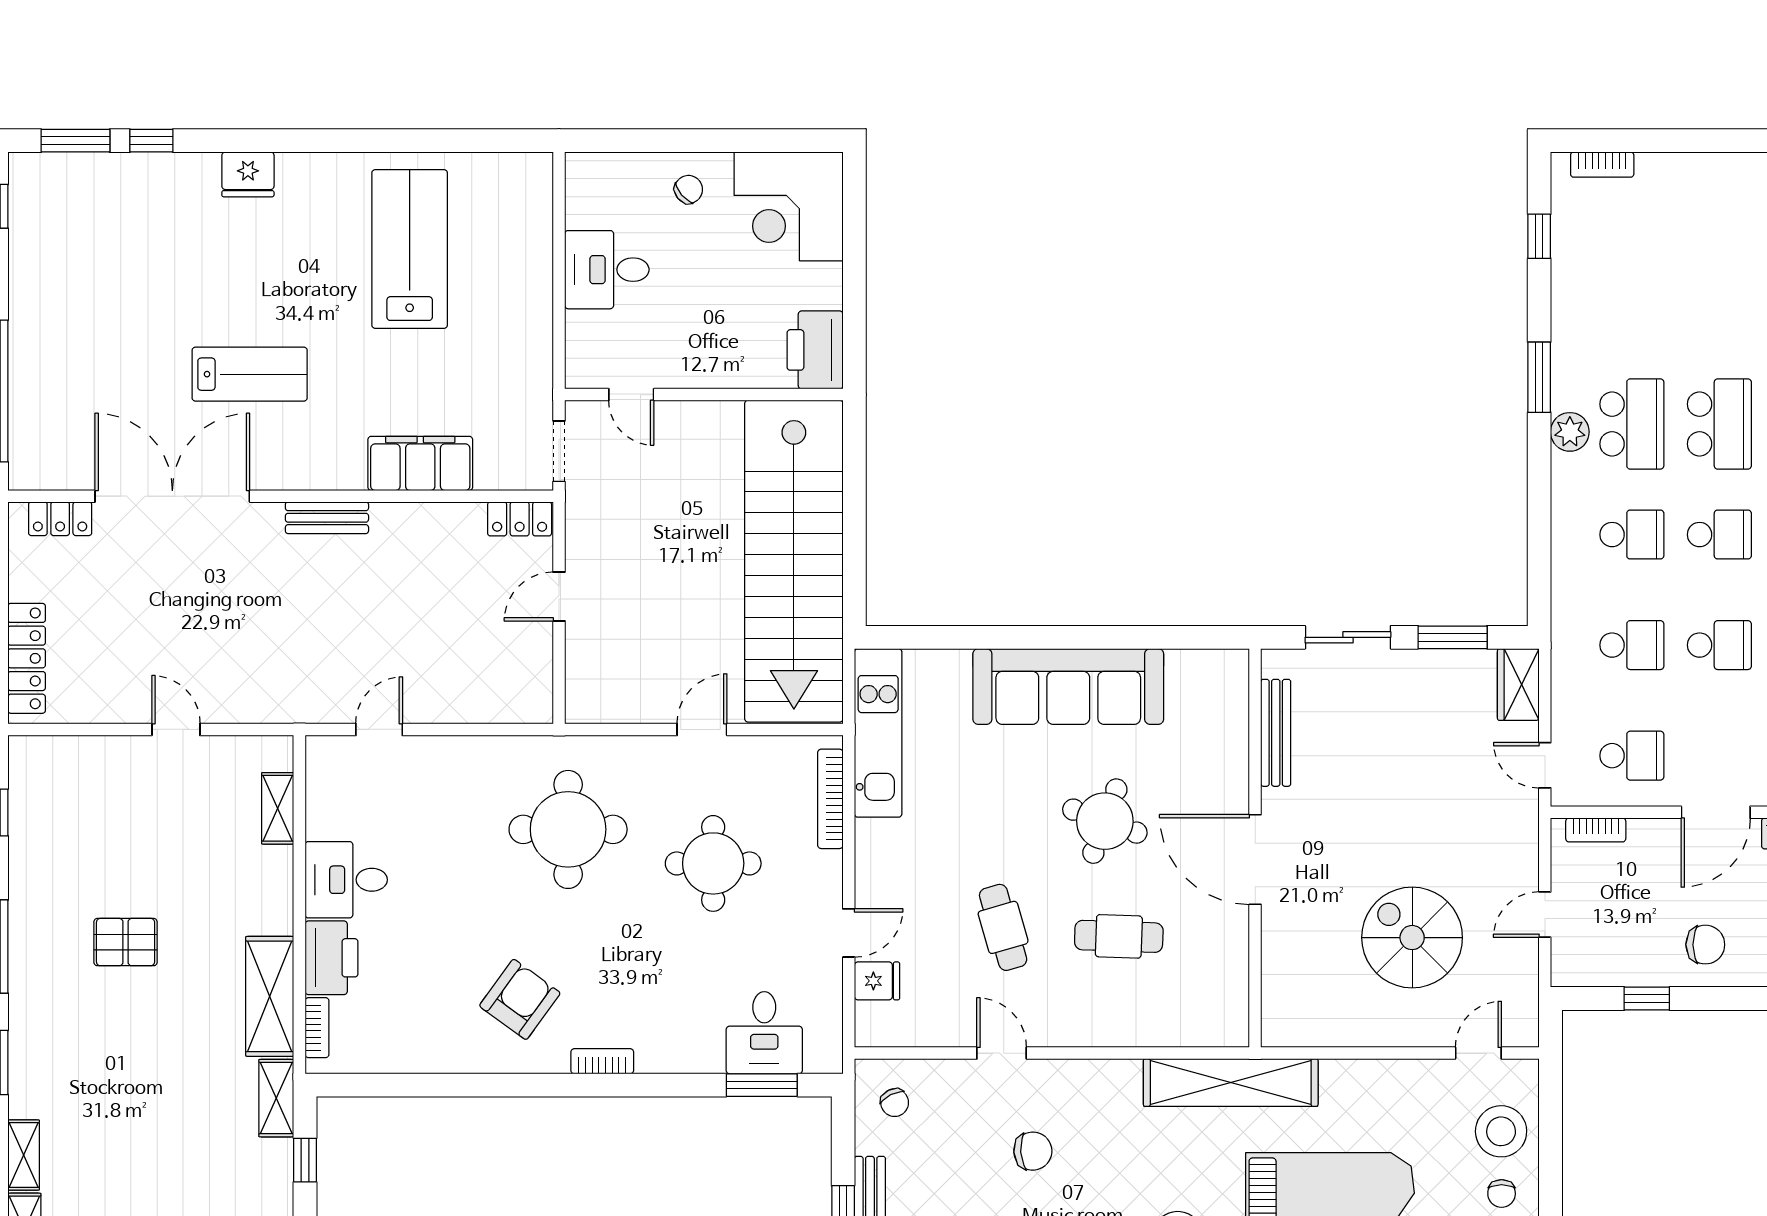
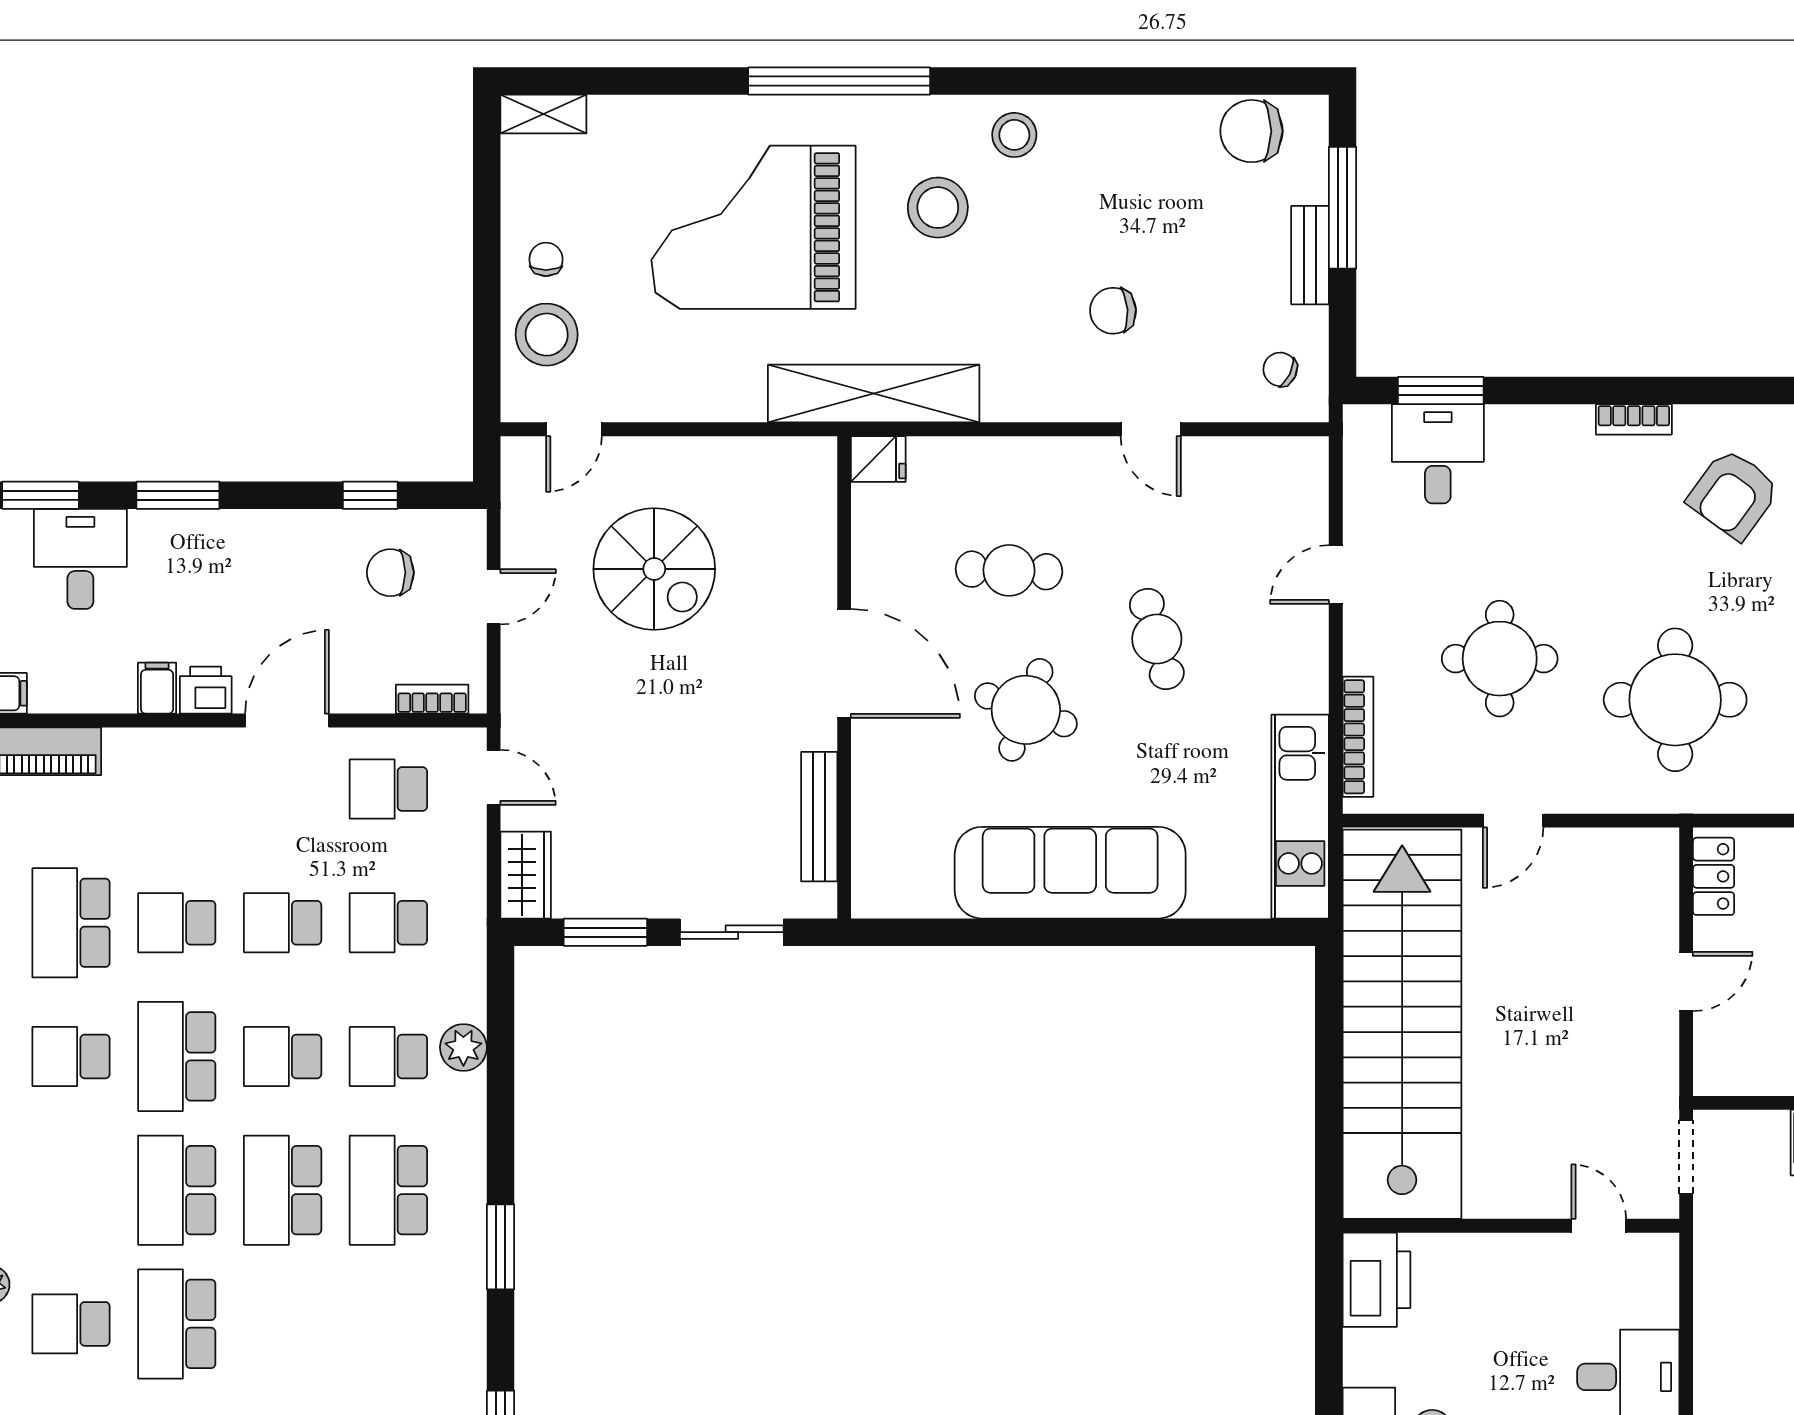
plant: (1570, 432) -> (463, 1047), moved
locker: (520, 519) -> (1714, 876), moved, turned 90
cafe table: (1003, 927) -> (1157, 639), moved
chair: (1705, 945) -> (390, 573), moved
fridge: (877, 981) -> (878, 459), moved, turned 180
chair: (895, 1103) -> (1280, 369), turned -37

